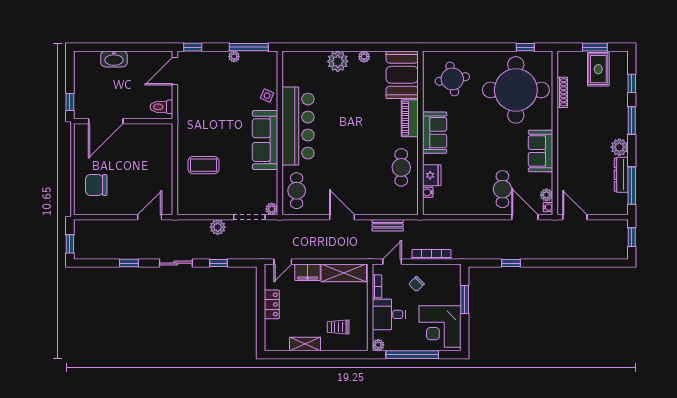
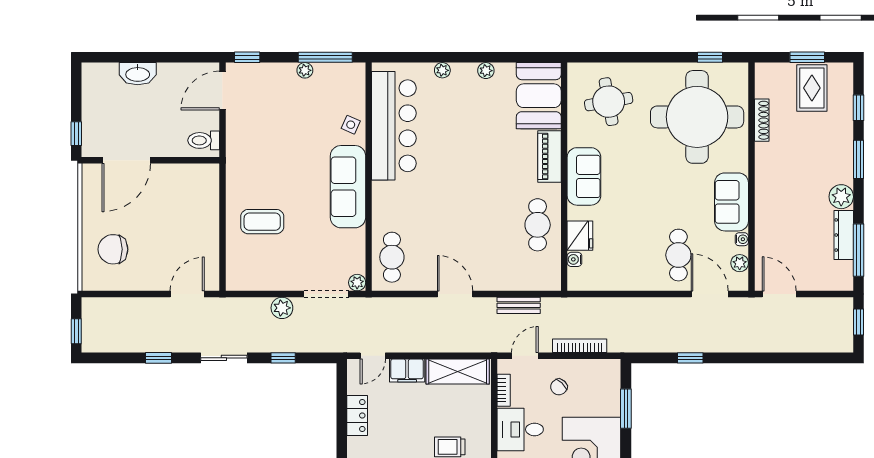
plant: (338, 61) -> (442, 70), width x0.53, depth x0.53
bar counter: (298, 126) -> (394, 126), moved
water cooler: (548, 207) -> (742, 239), moved

